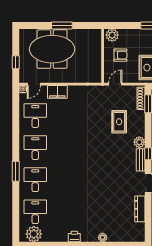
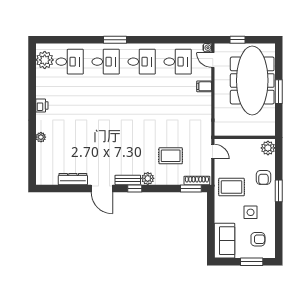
meeting table: (52, 49) -> (252, 80), width x1.36
armchair: (120, 55) -> (263, 178), moved
filing cabinet: (57, 92) -> (204, 86), width x0.50

